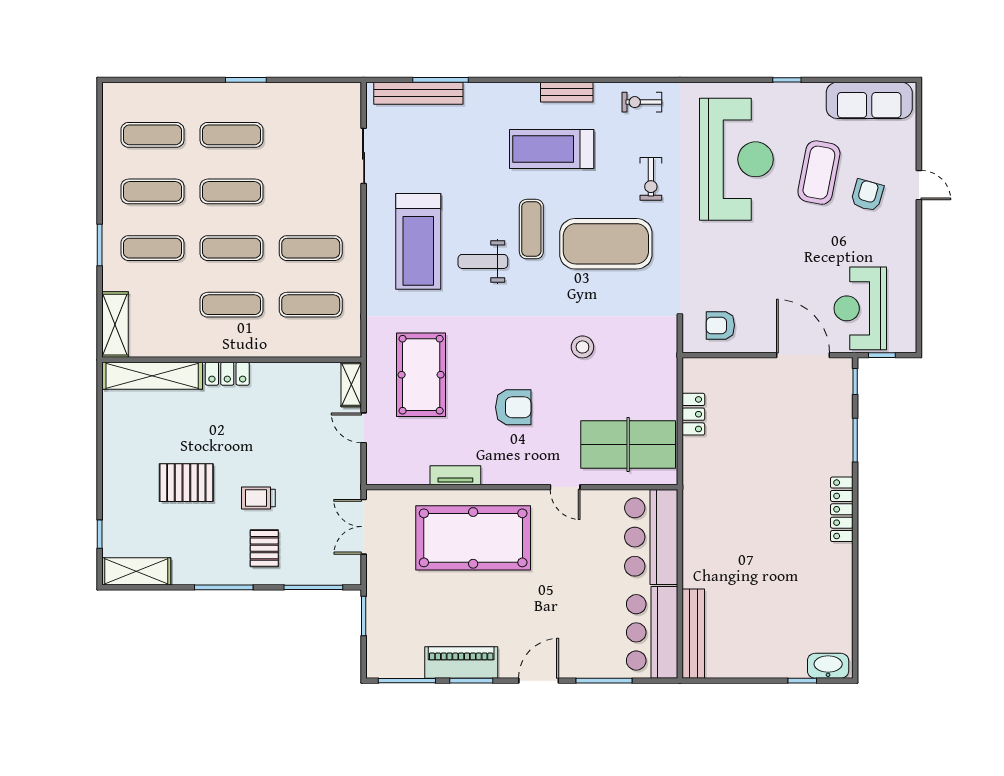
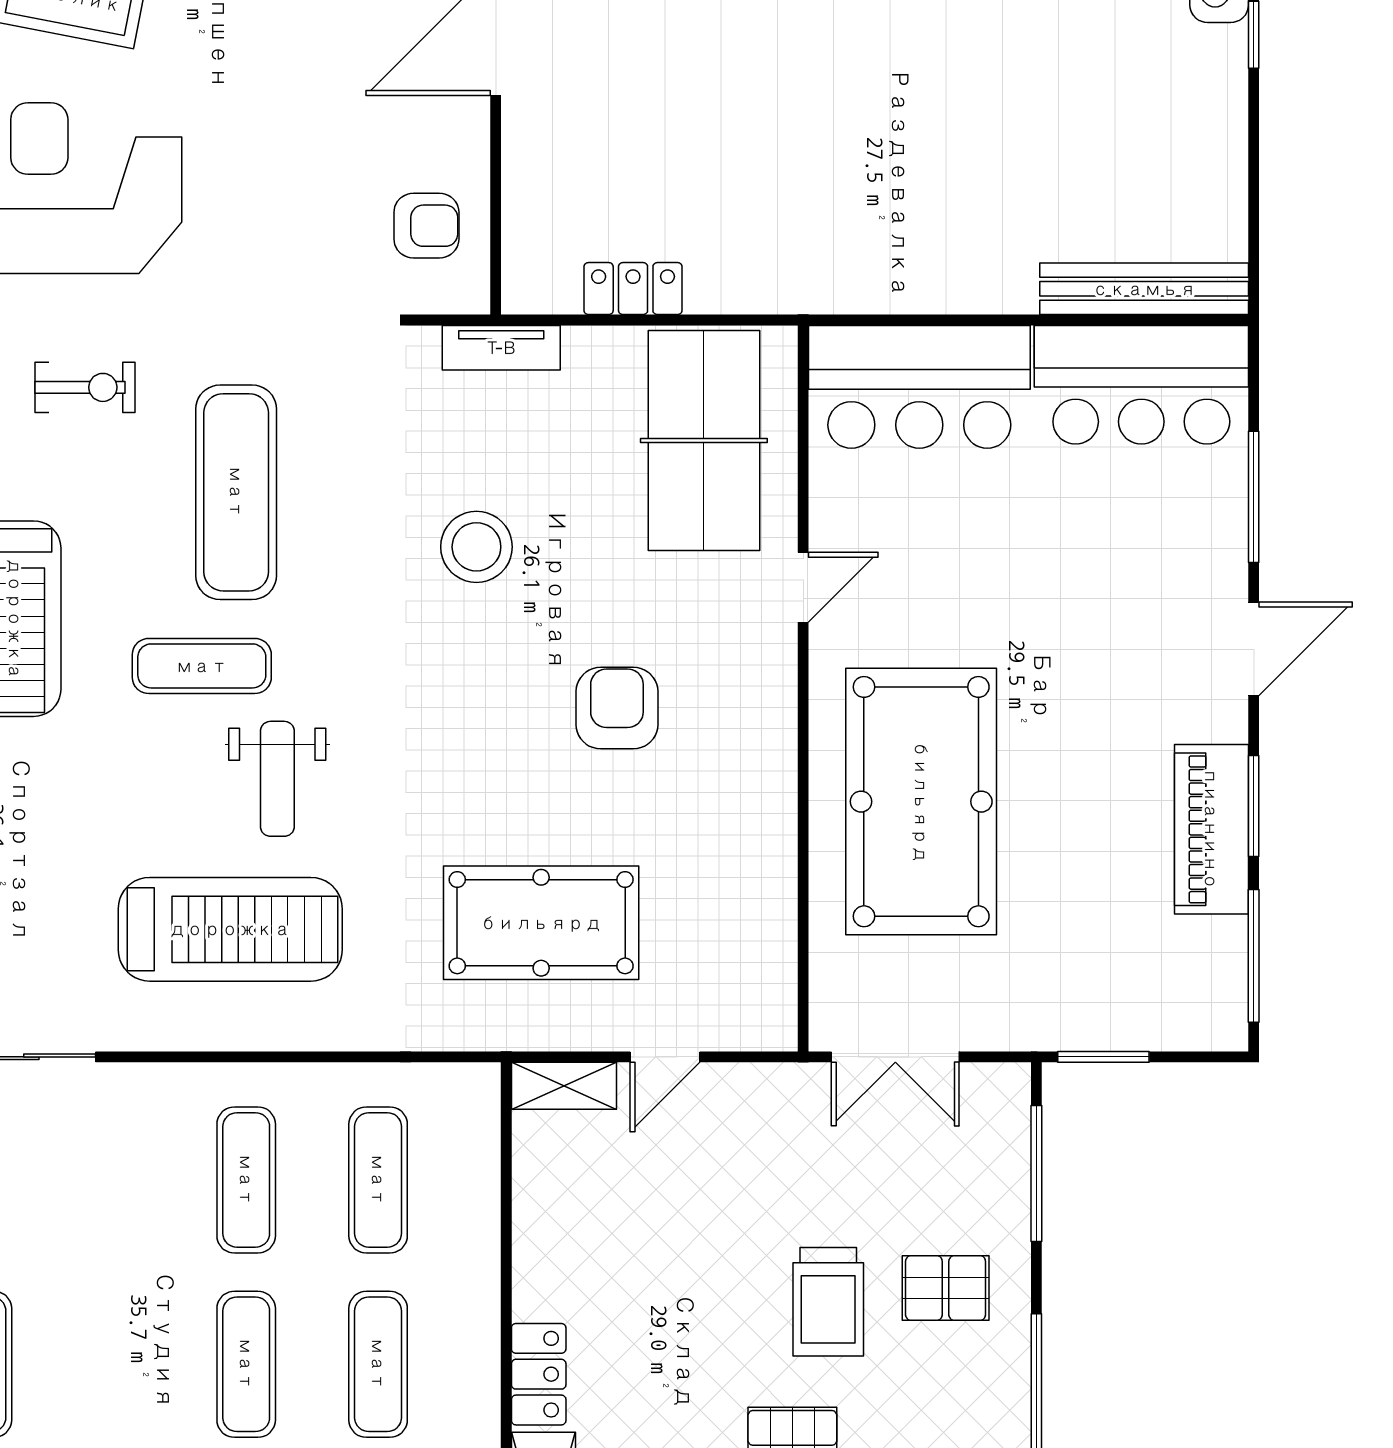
exercise mat: (232, 191) -> (114, 1364), removed
exercise mat: (606, 244) -> (236, 492), width x0.68
armchair: (720, 325) -> (426, 226), turned -90
stool: (582, 347) -> (476, 547), width x1.38, depth x1.38
tv unit: (455, 475) -> (501, 348), moved, turned -90
trolley: (258, 498) -> (828, 1302), width x1.36, depth x1.39
door: (539, 681) -> (1254, 649), swing flipped

